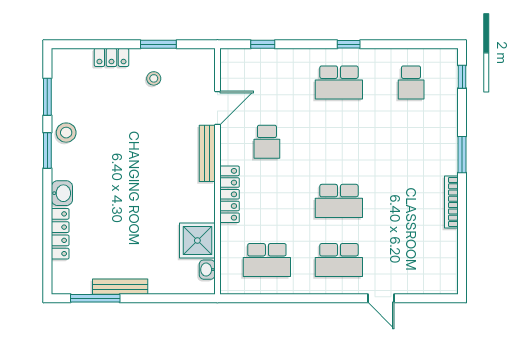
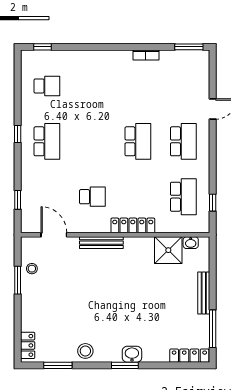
locker: (111, 57) -> (28, 345), moved
stool: (154, 78) -> (32, 269), moved
door: (217, 108) -> (54, 235), moved
window: (47, 150) -> (125, 365), moved
window: (462, 155) -> (189, 47), moved
bookcase: (451, 202) -> (146, 55), width x0.64
locker: (60, 234) -> (189, 356), moved
bench: (120, 287) -> (204, 293), moved
window: (259, 298) -> (213, 203), added

